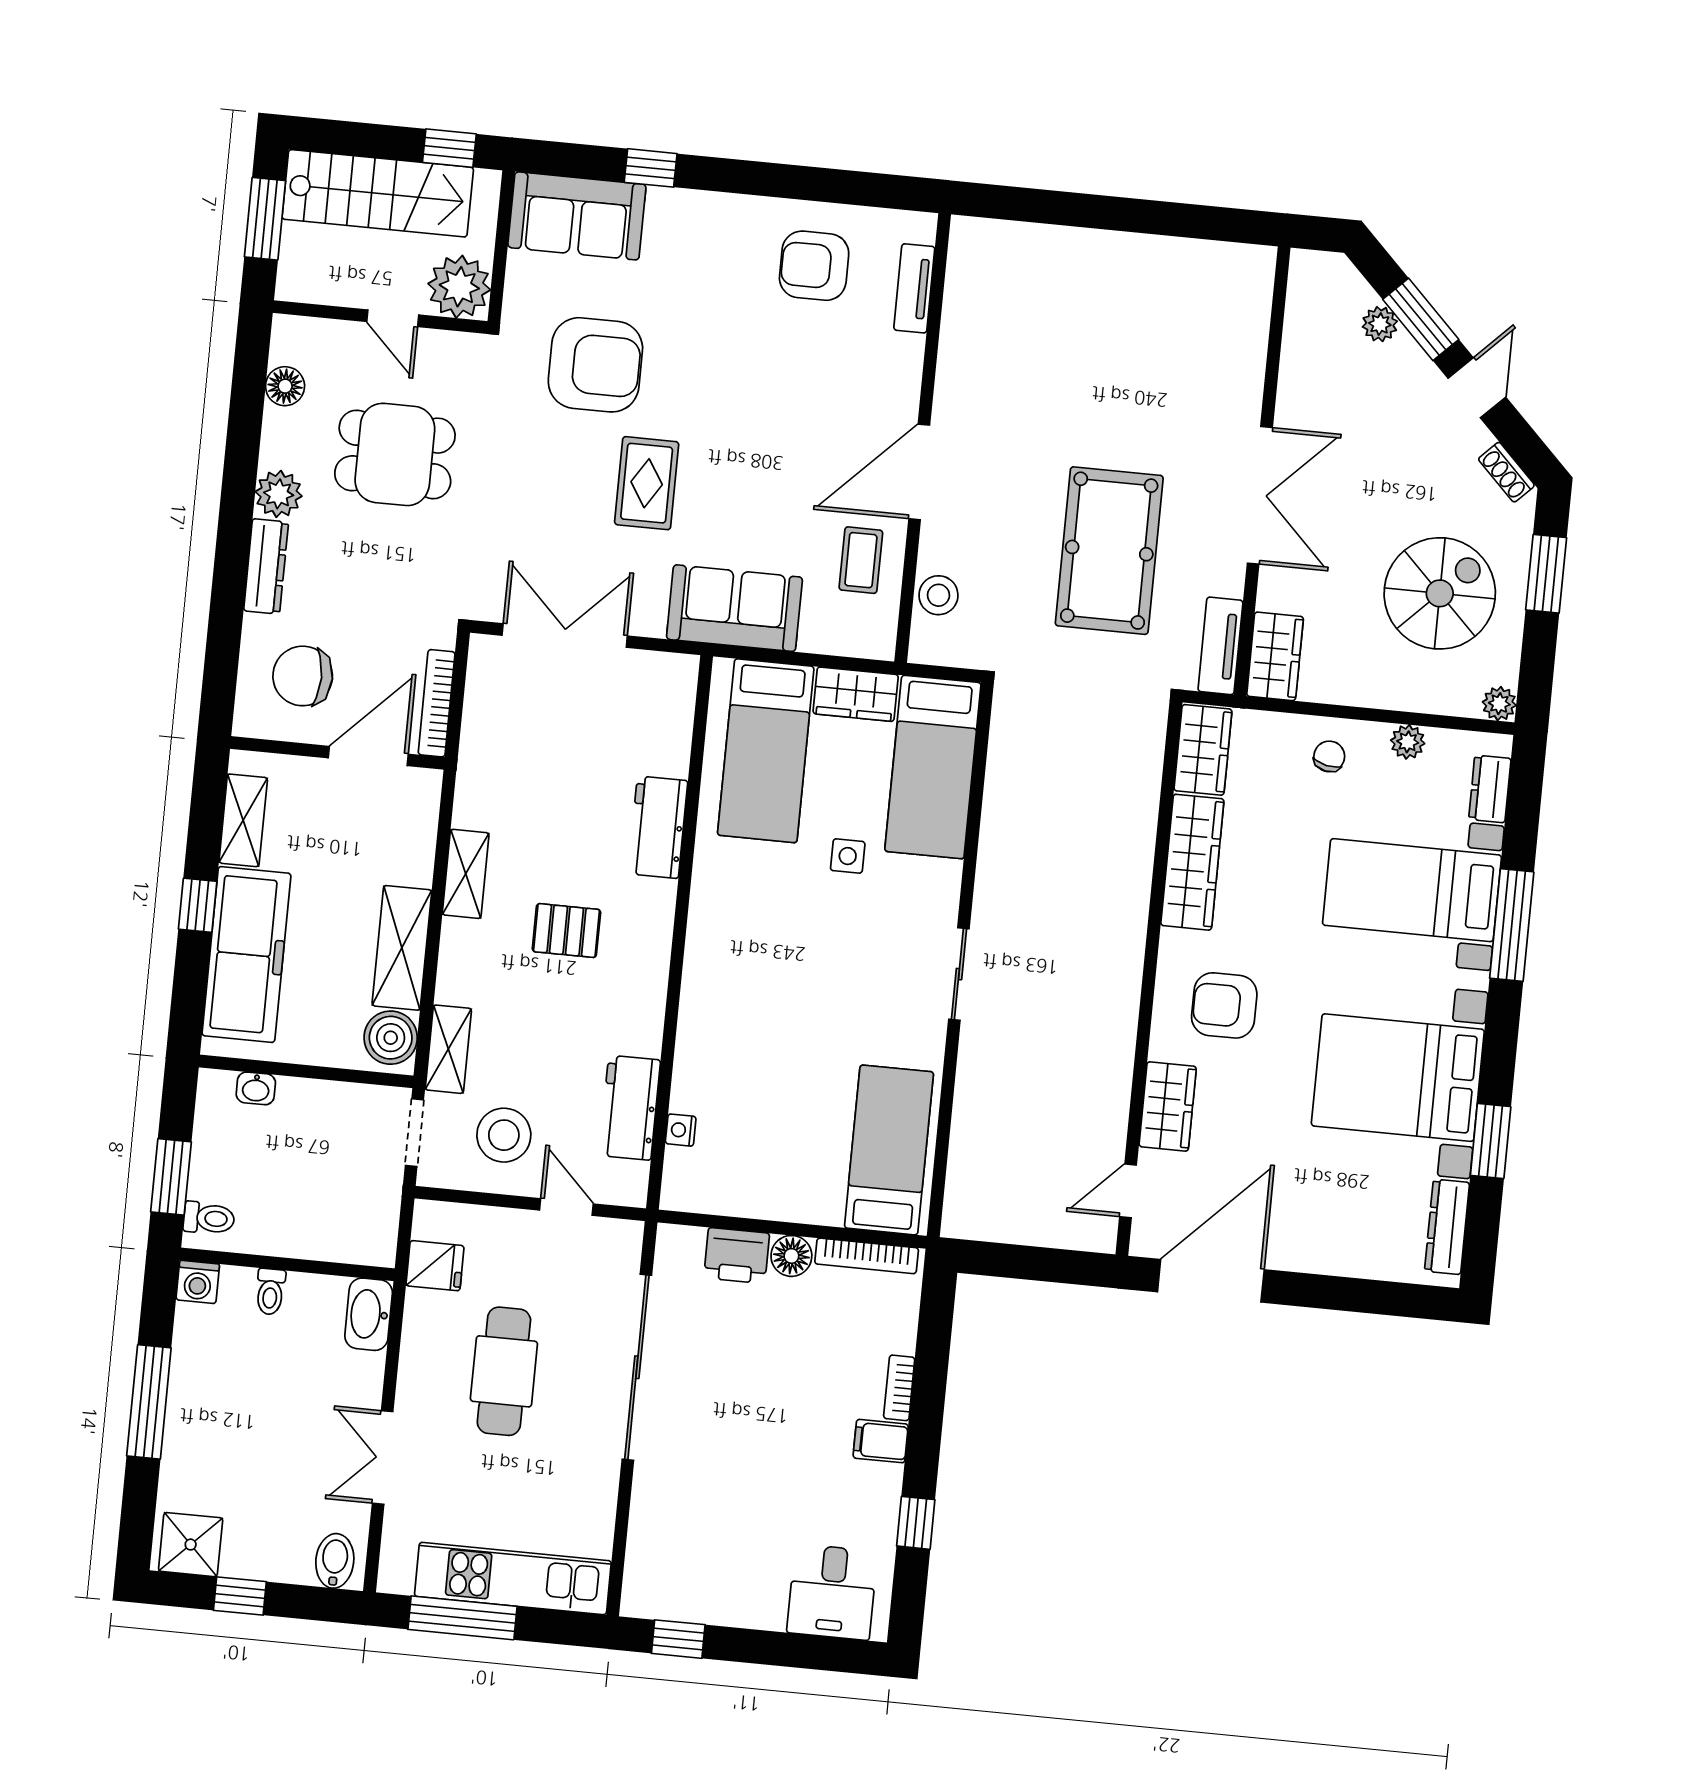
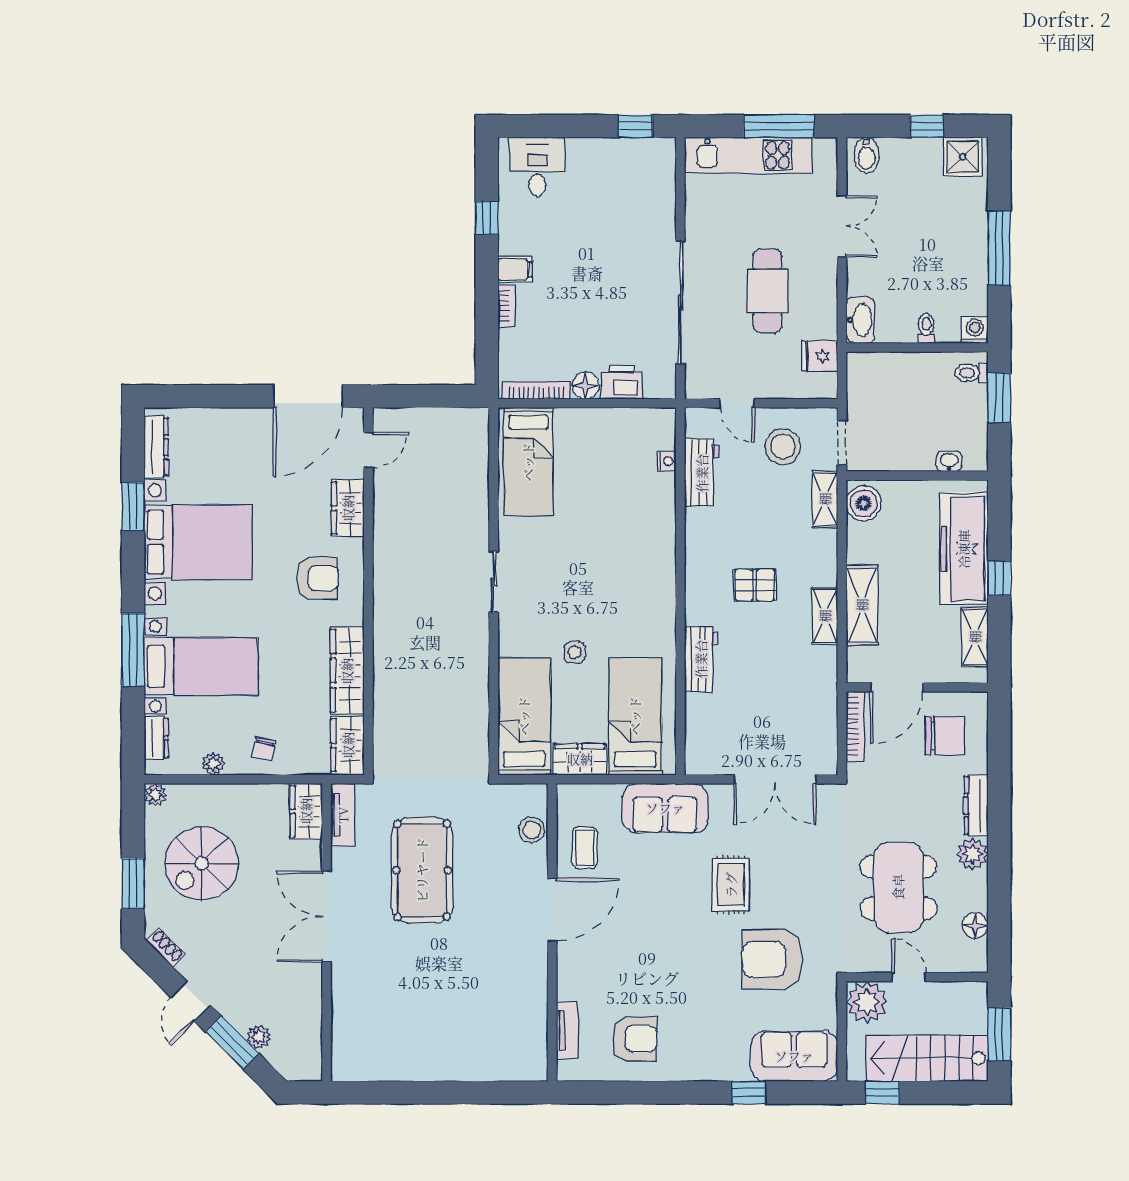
dining table: (395, 454) -> (898, 887), width x1.38
shelving: (402, 948) -> (862, 605), moved

